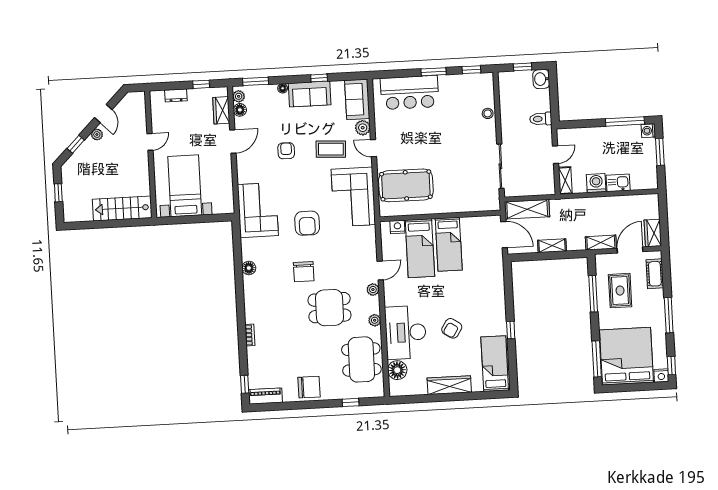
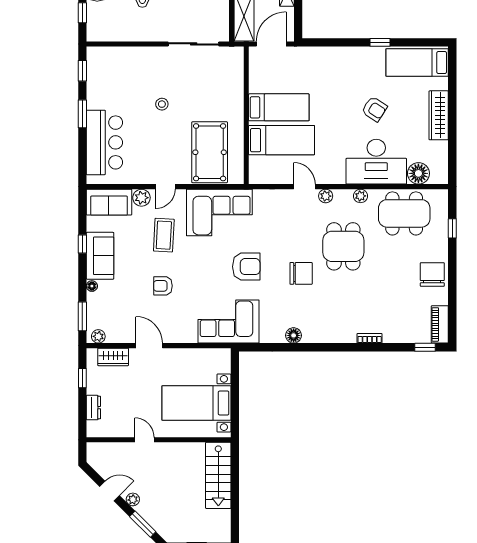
floor lamp: (240, 110) -> (114, 336), removed
stool: (488, 113) -> (162, 104), moved
window: (76, 144) -> (143, 524), width x1.50
nightstand: (397, 227) -> (256, 164), removed

